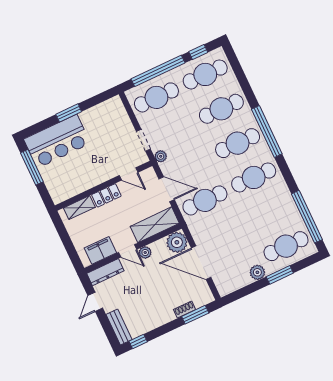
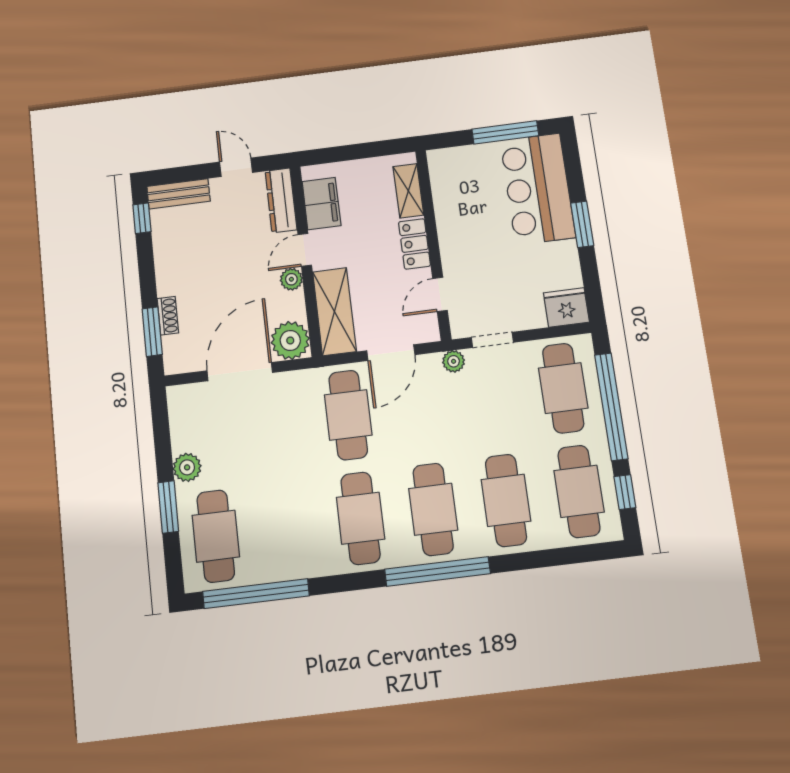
fridge: (115, 108) -> (566, 307), added

